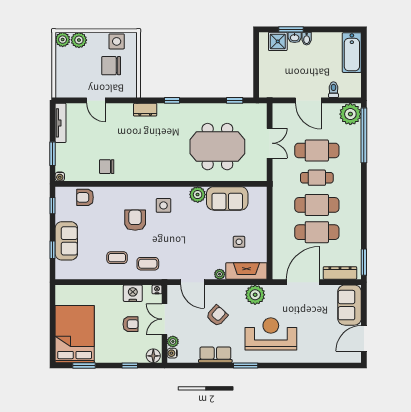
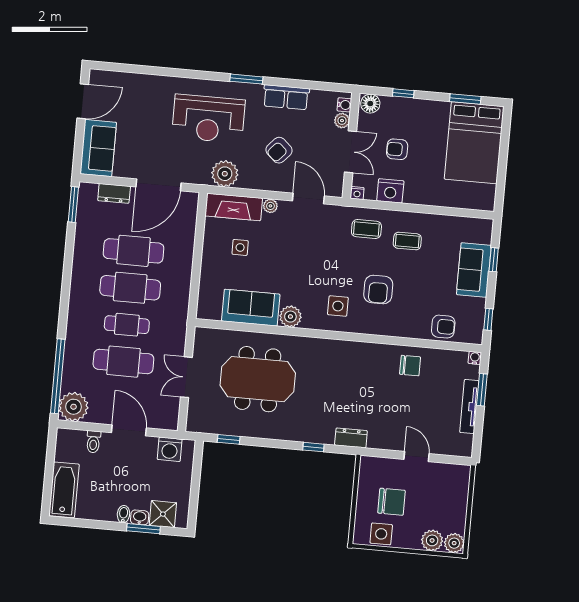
washing machine: (277, 89) -> (170, 449), added
tv unit: (61, 123) -> (469, 407), moved
dresser: (340, 273) -> (114, 193), width x0.70

